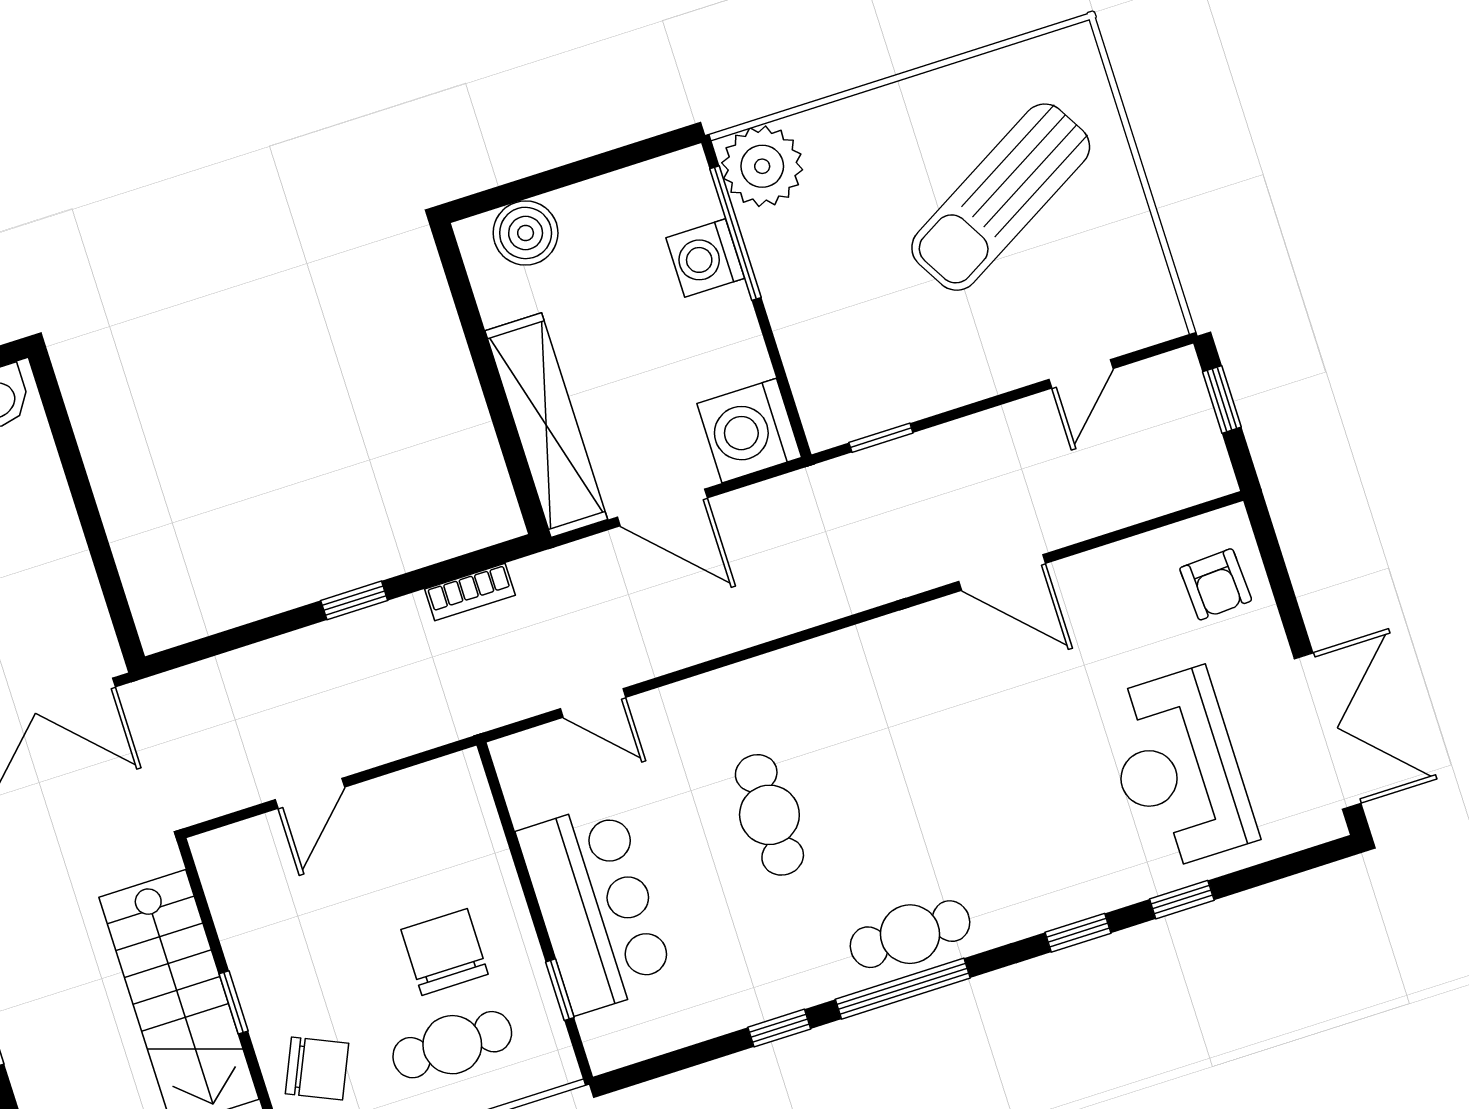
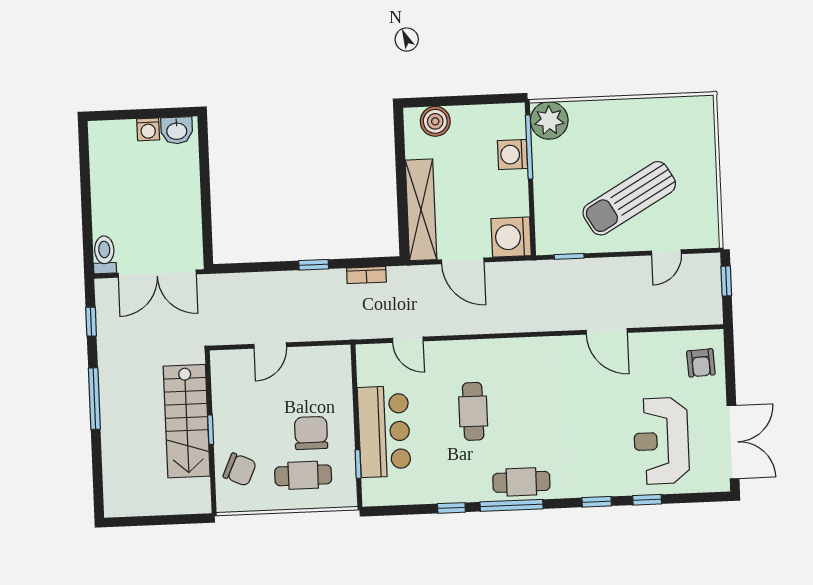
sun lounger: (1001, 197) -> (629, 198), moved

